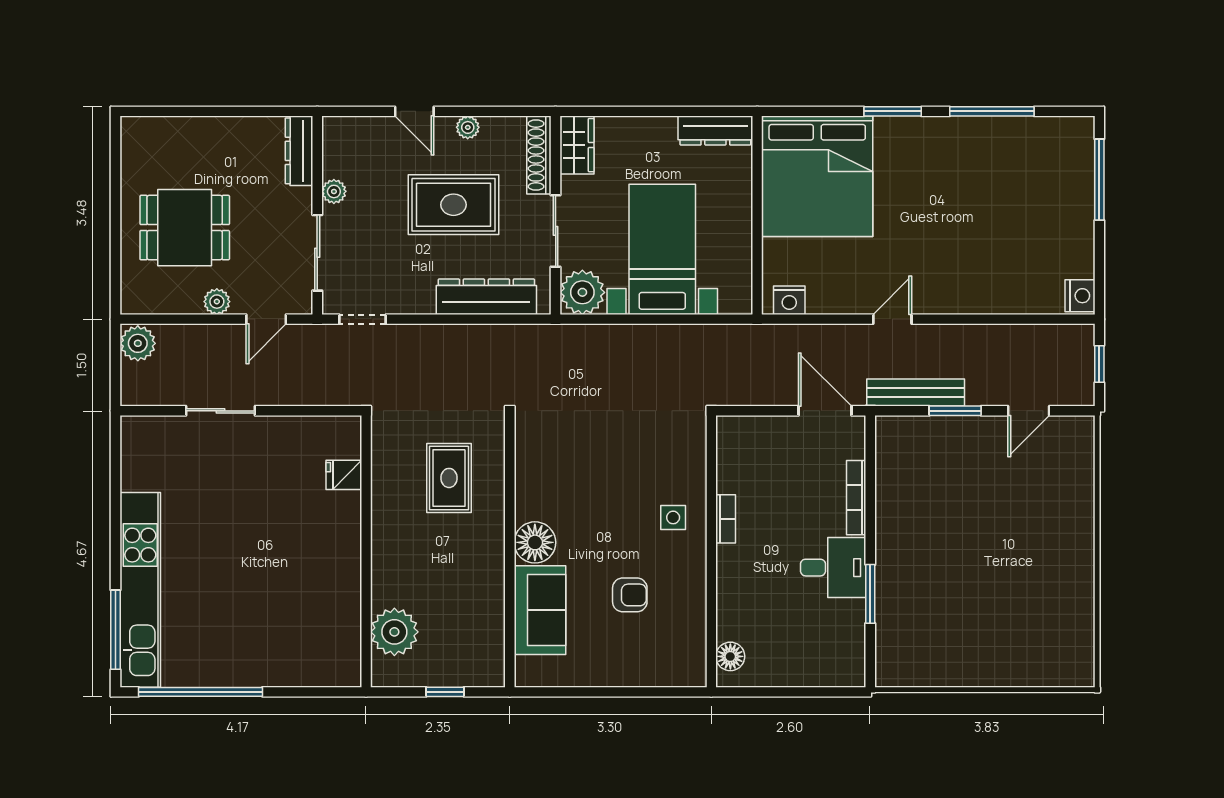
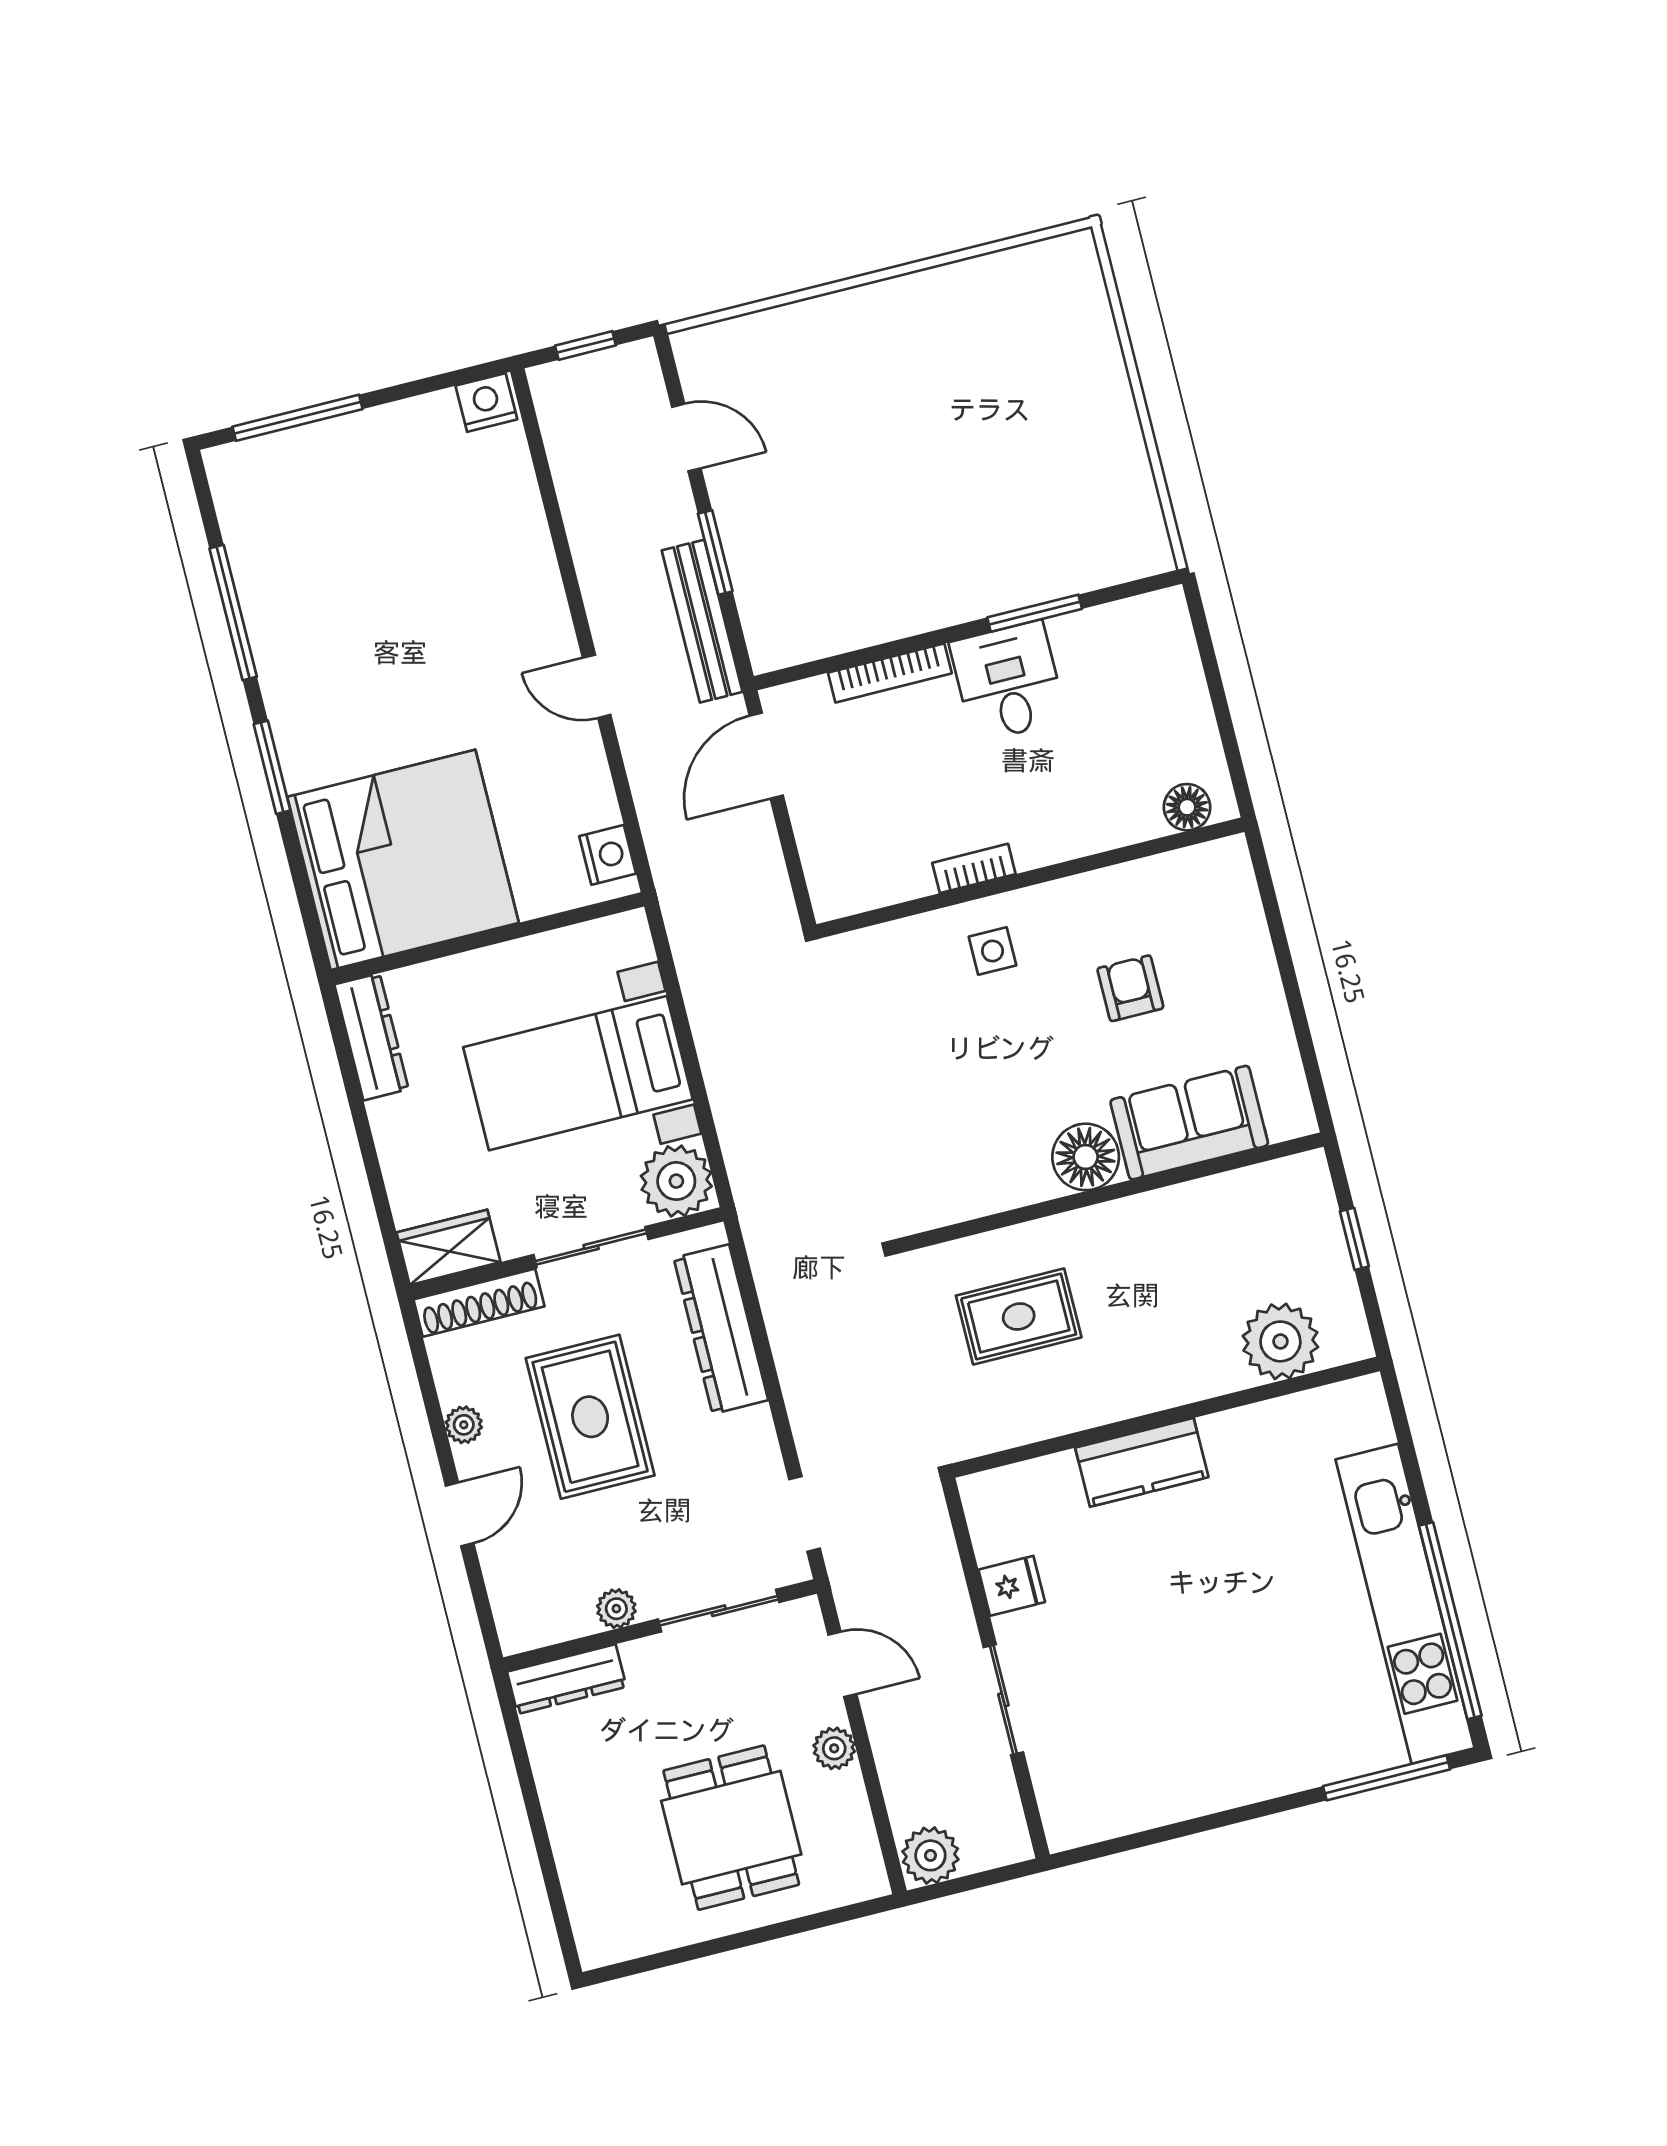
fridge: (344, 475) -> (1012, 1586), moved, turned -90
kitchen counter: (343, 530) -> (1142, 1462), added
kitchen unit: (140, 590) -> (1405, 1604), moved, turned -90

